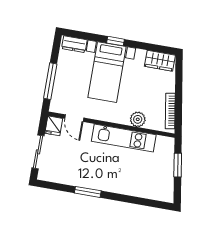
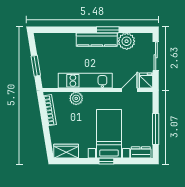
window: (50, 81) -> (156, 129), moved
door: (74, 118) -> (130, 90), hinge flipped
plant: (68, 175) -> (127, 41), added
kitchen counter: (102, 183) -> (97, 40), added

